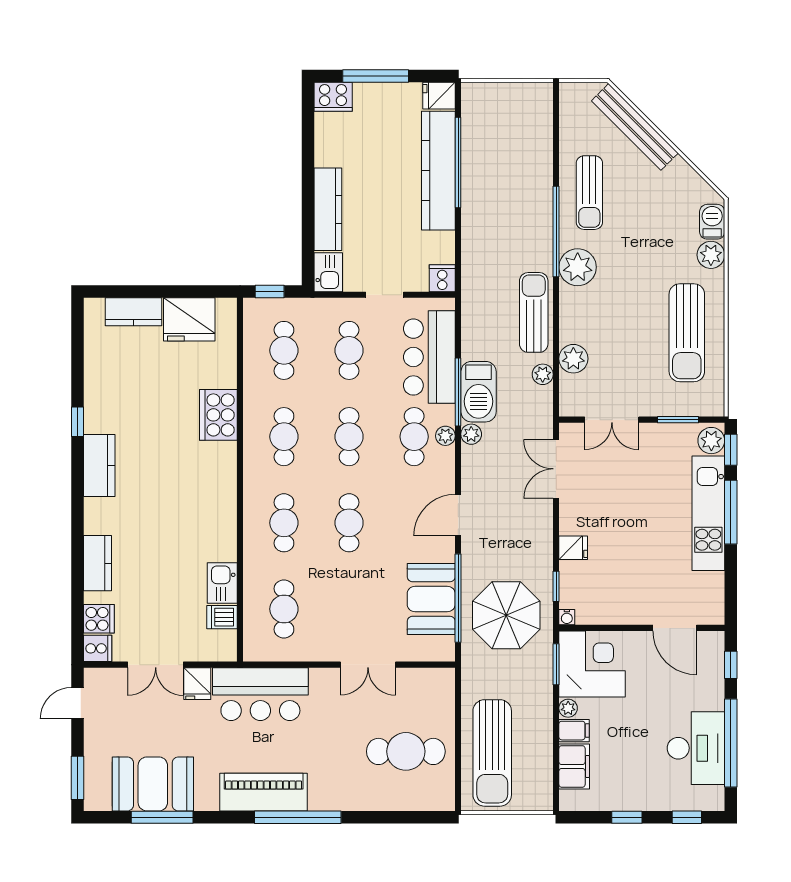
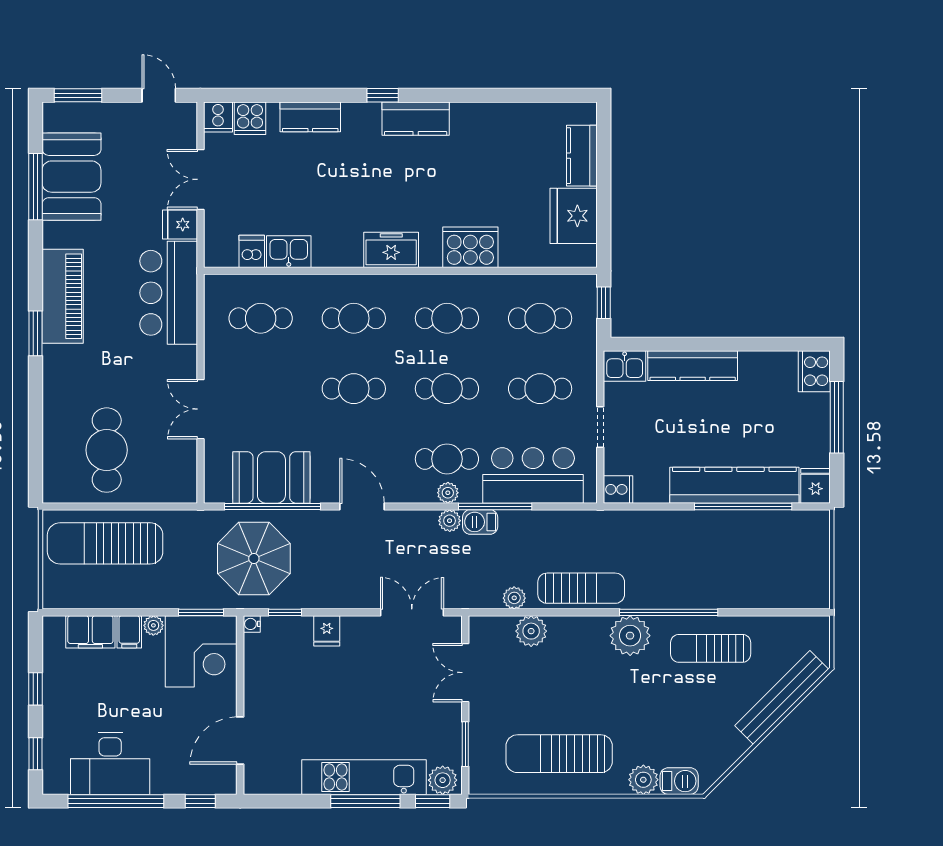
barbecue: (479, 392) -> (480, 522), width x0.53, depth x0.65
window: (78, 422) -> (383, 95), moved
freezer: (221, 488) -> (391, 250), added
window: (298, 817) -> (36, 333), width x0.47

